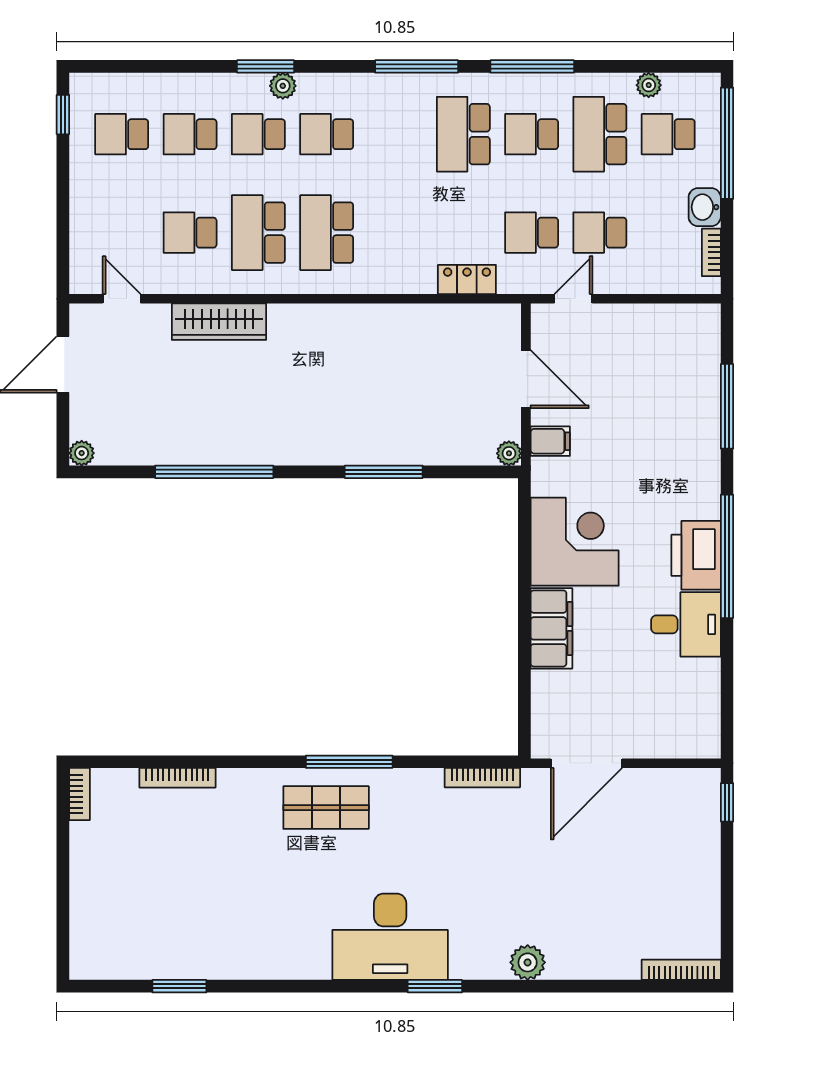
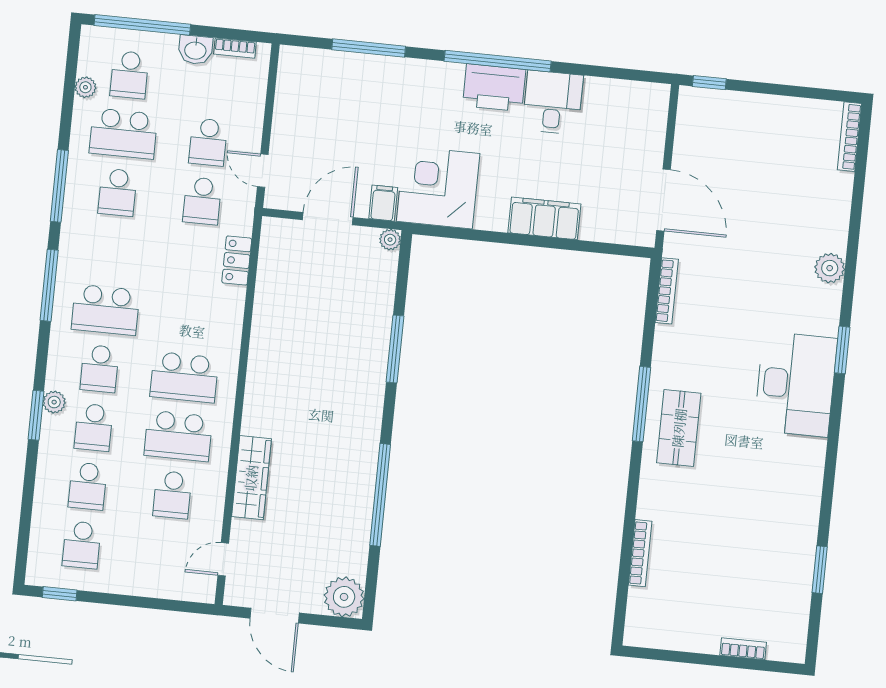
school desk: (463, 134) -> (106, 310), moved
plant: (82, 453) -> (344, 597), width x1.88, depth x1.88
corner desk: (575, 542) -> (438, 187), moved
bookcase: (80, 794) -> (743, 649), moved

